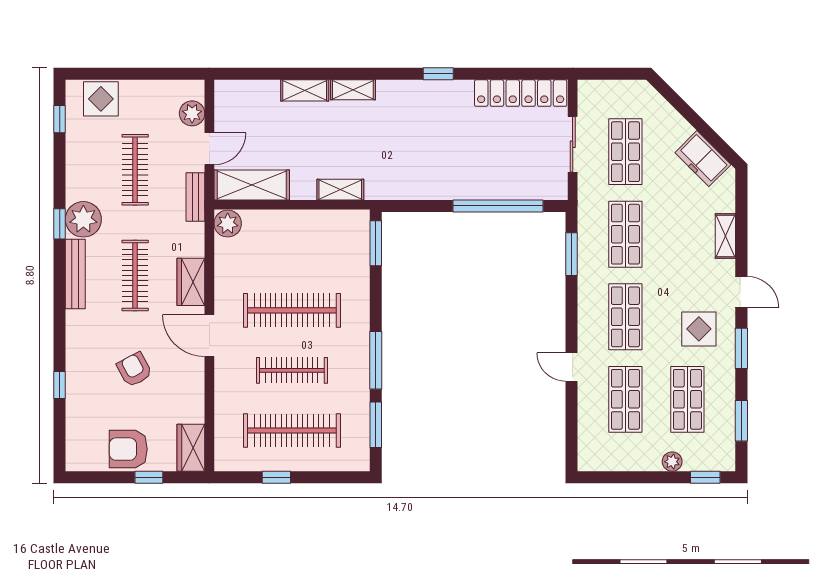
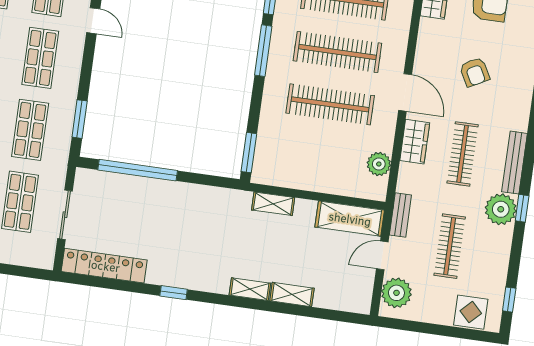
plant: (192, 113) -> (396, 293), width x1.36, depth x1.36
plant: (228, 224) -> (379, 164), moved
clothes rail: (292, 370) -> (337, 52), width x1.37, depth x1.31

